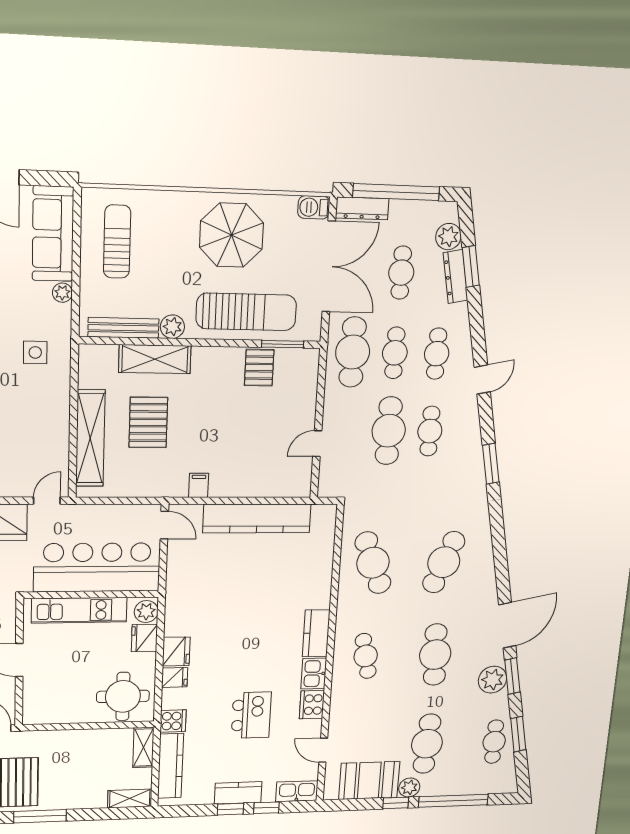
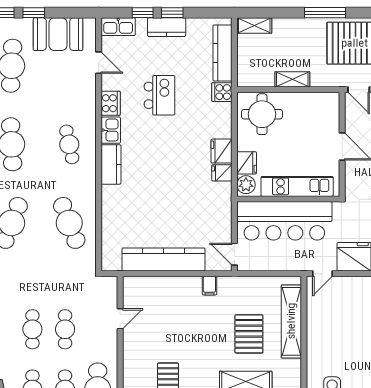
cafe table: (389, 431) -> (65, 329), width x0.73, depth x0.74
fridge: (175, 677) -> (222, 173), moved
kitchen island: (251, 715) -> (159, 95), turned 180
shelving: (143, 747) -> (292, 79), moved, turned 90
plant: (409, 787) -> (23, 26), removed

